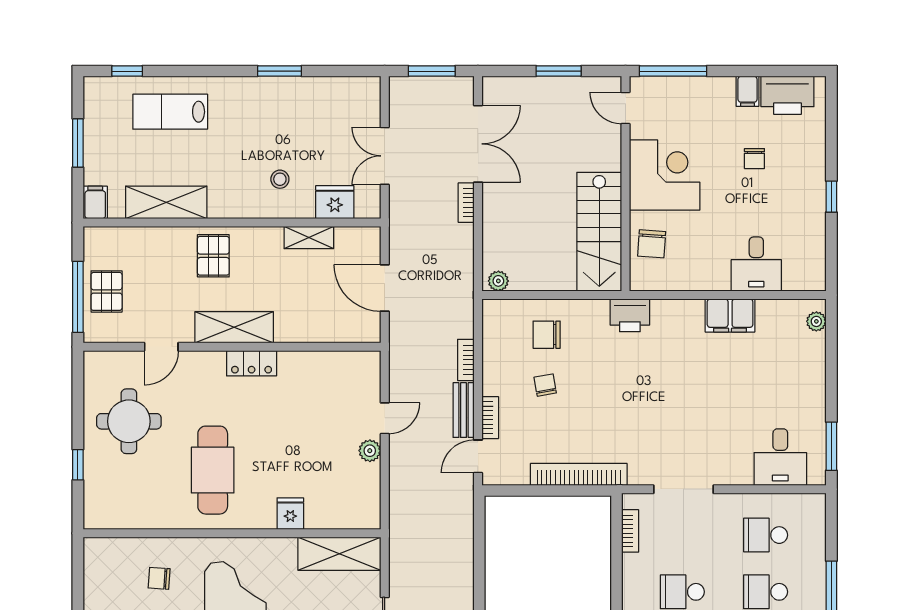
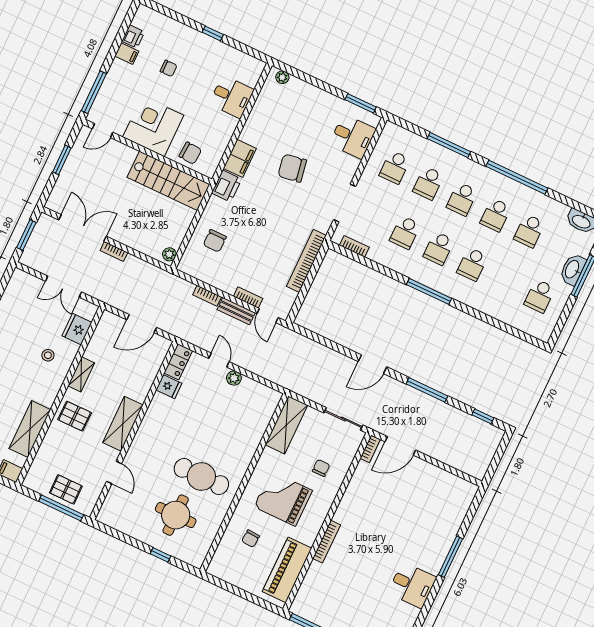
printer: (787, 95) -> (133, 37), width x0.53, depth x0.68
shelving: (309, 238) -> (81, 374), moved
filing cabinet: (730, 315) -> (240, 158), moved
locker: (252, 363) -> (178, 362), moved
chair: (545, 385) -> (292, 168), moved, width x1.87, depth x1.87
round table: (129, 421) -> (176, 515), moved
fridge: (290, 514) -> (169, 387), moved, turned 180

